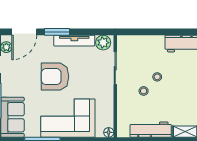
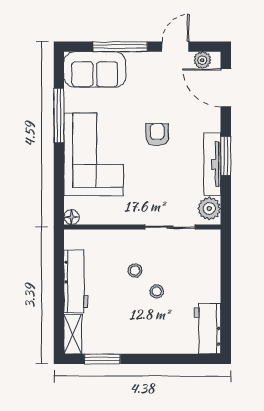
window: (57, 32) -> (226, 156), moved
armchair: (55, 77) -> (157, 135), width x0.53, depth x0.53

